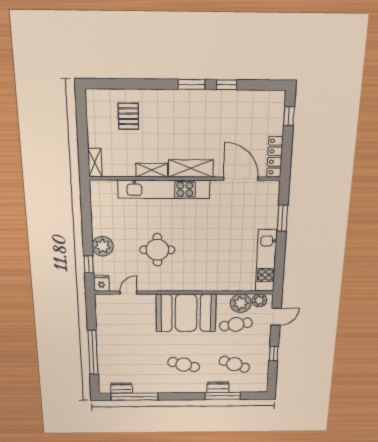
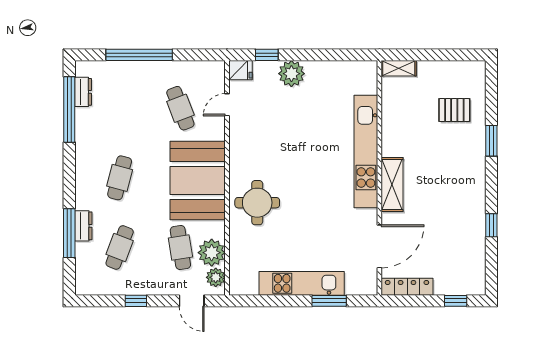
window: (191, 84) -> (491, 141), moved
shelving: (152, 170) -> (390, 137), removed
round table: (157, 250) -> (257, 203), moved
kitchen unit: (266, 261) -> (302, 283), moved
door: (128, 293) -> (227, 105), swing flipped
cafe table: (132, 325) -> (180, 108), added

